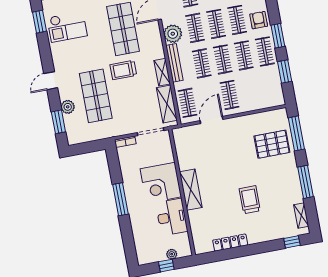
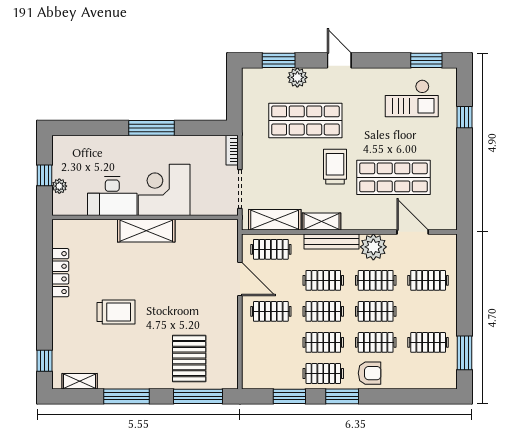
checkout: (67, 27) -> (412, 98), turned -90

